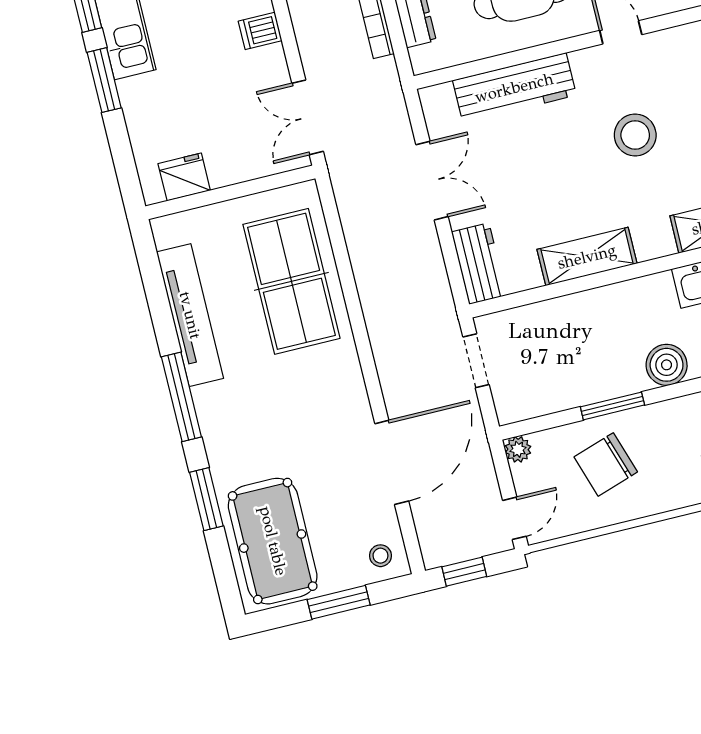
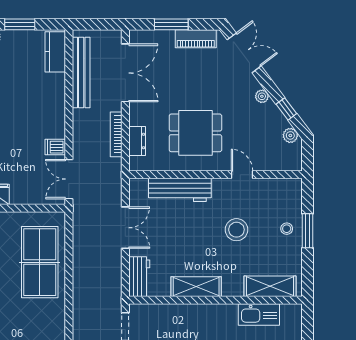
dishwasher: (260, 31) -> (55, 147), moved

